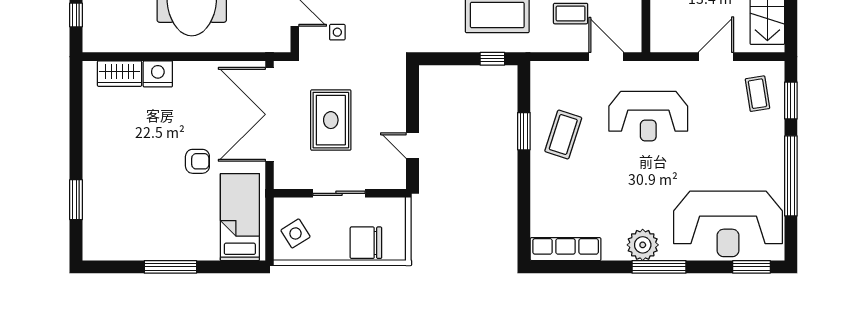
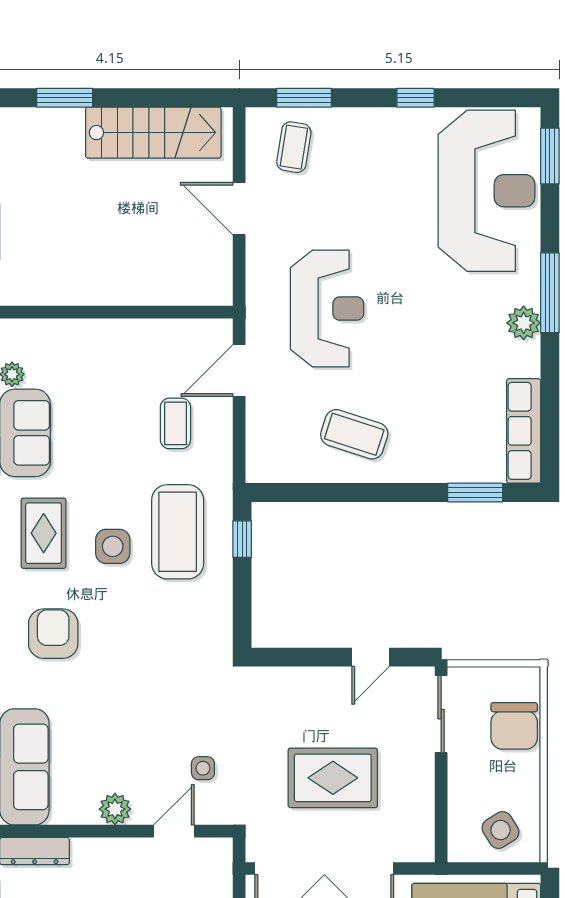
coffee table: (757, 94) -> (294, 147), turned -72
window: (524, 131) -> (475, 492), moved
window: (791, 176) -> (416, 98), width x0.32
sliding door: (339, 193) -> (441, 714), moved
plant: (643, 245) -> (524, 323), width x0.73, depth x0.73

